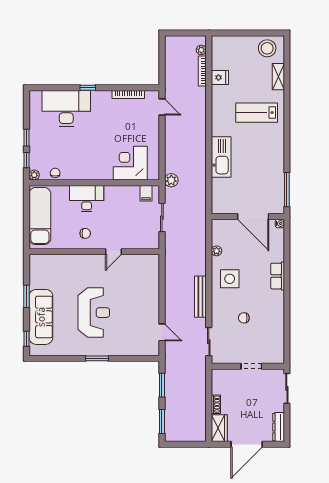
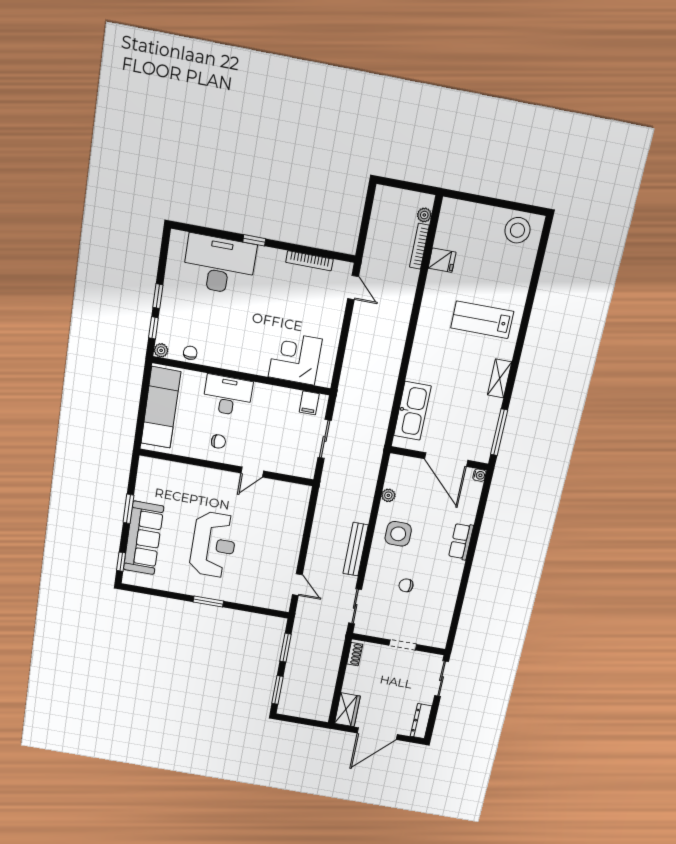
shelving: (278, 77) -> (500, 378), moved
kitchen sink: (221, 157) -> (412, 411), moved
plant: (171, 180) -> (347, 392), removed
shoe rack: (216, 404) -> (355, 654), moved

